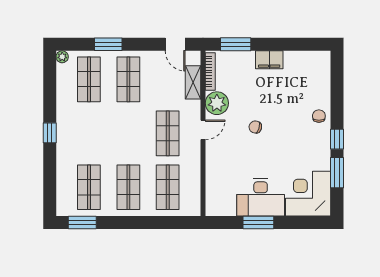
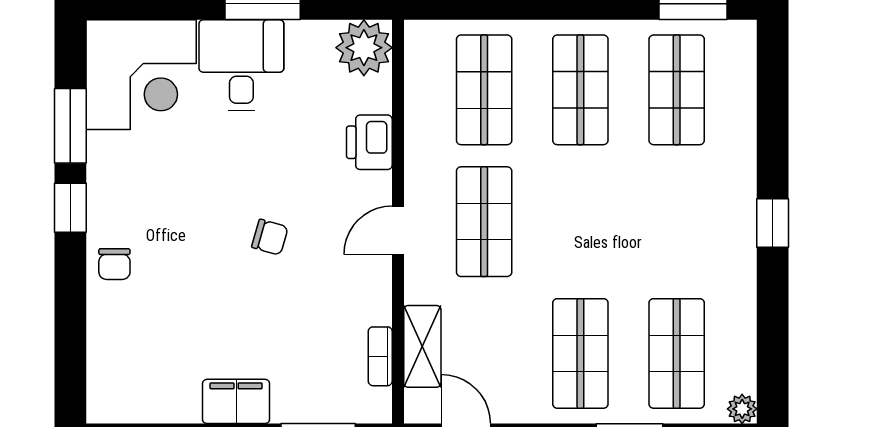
bookcase: (210, 72) -> (380, 356), width x0.64
plant: (217, 103) -> (364, 48), moved
printer: (215, 166) -> (369, 142), added
desk: (261, 197) -> (241, 65), width x0.73

